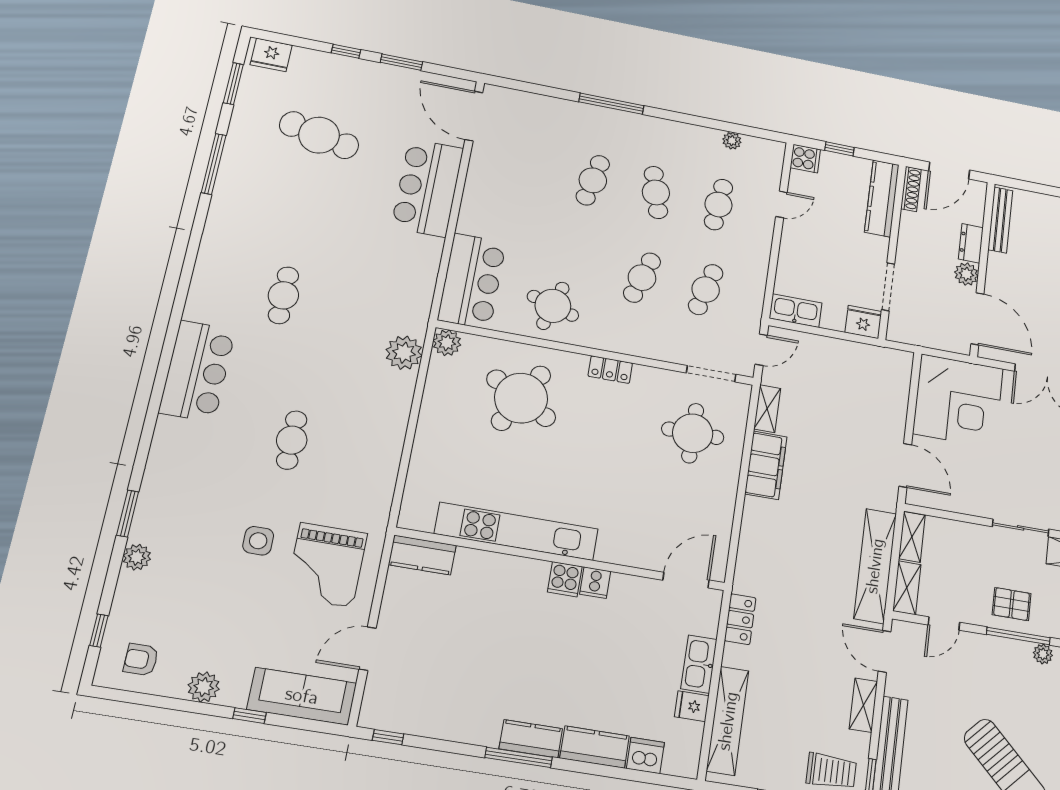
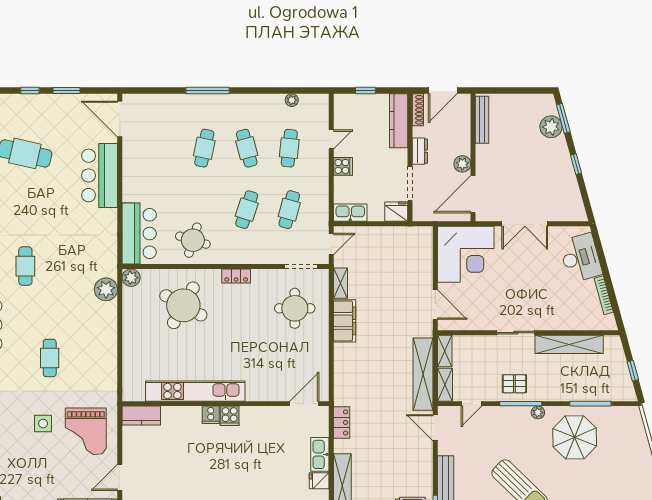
cooker: (805, 159) -> (343, 166), moved
dresser: (971, 243) -> (420, 151), moved, turned 180
door: (977, 319) -> (473, 194), swing flipped
cooker: (595, 583) -> (211, 415), moved
shelving: (863, 705) -> (426, 463), removed

